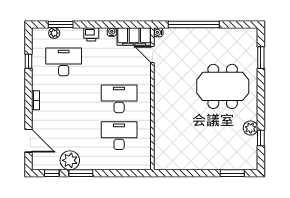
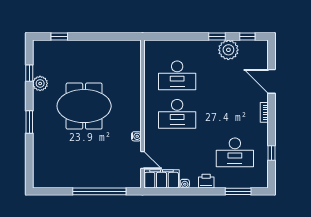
water cooler: (158, 32) -> (136, 136), moved
plant: (54, 33) -> (245, 182), removed
window: (261, 58) -> (29, 122), moved
meeting table: (223, 86) -> (84, 106), moved
door: (28, 141) -> (272, 81), moved
window: (81, 173) -> (217, 36), width x0.67
window: (232, 173) -> (59, 36), width x0.67

